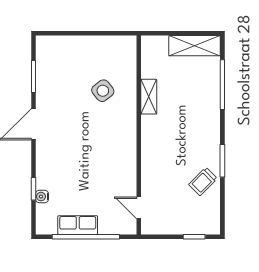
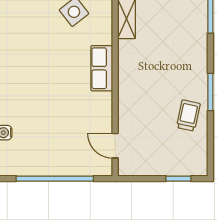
trolley: (203, 181) -> (188, 115), turned 147
row of seats: (78, 225) -> (102, 68), moved, turned -90

